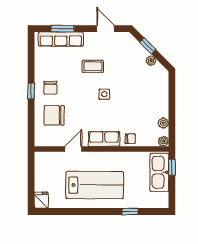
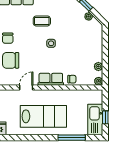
window: (172, 167) -> (105, 117), moved
kitchen sink: (159, 172) -> (95, 120), moved
window: (130, 212) -> (72, 138), width x2.17

